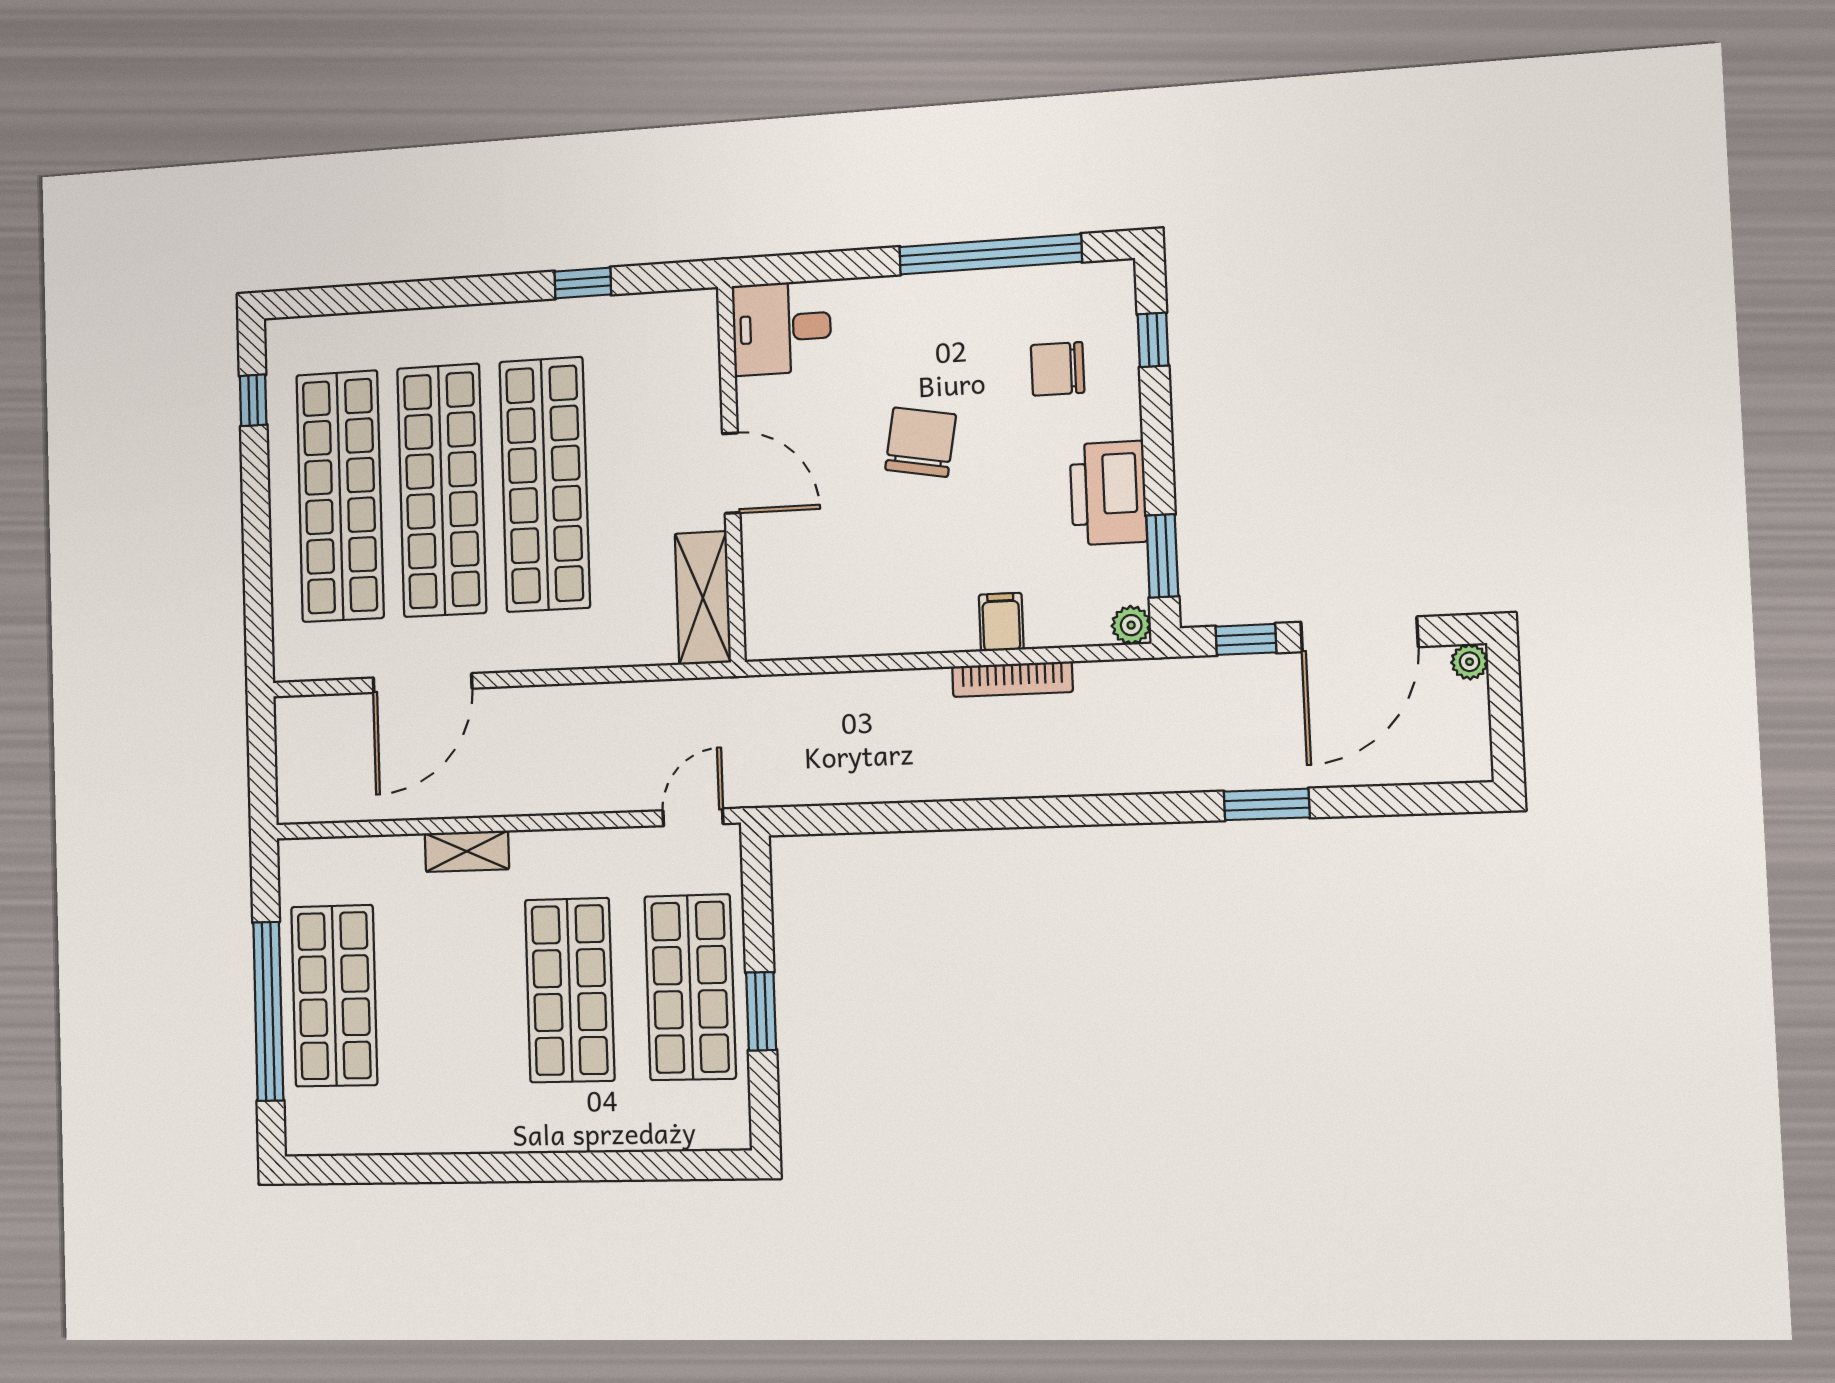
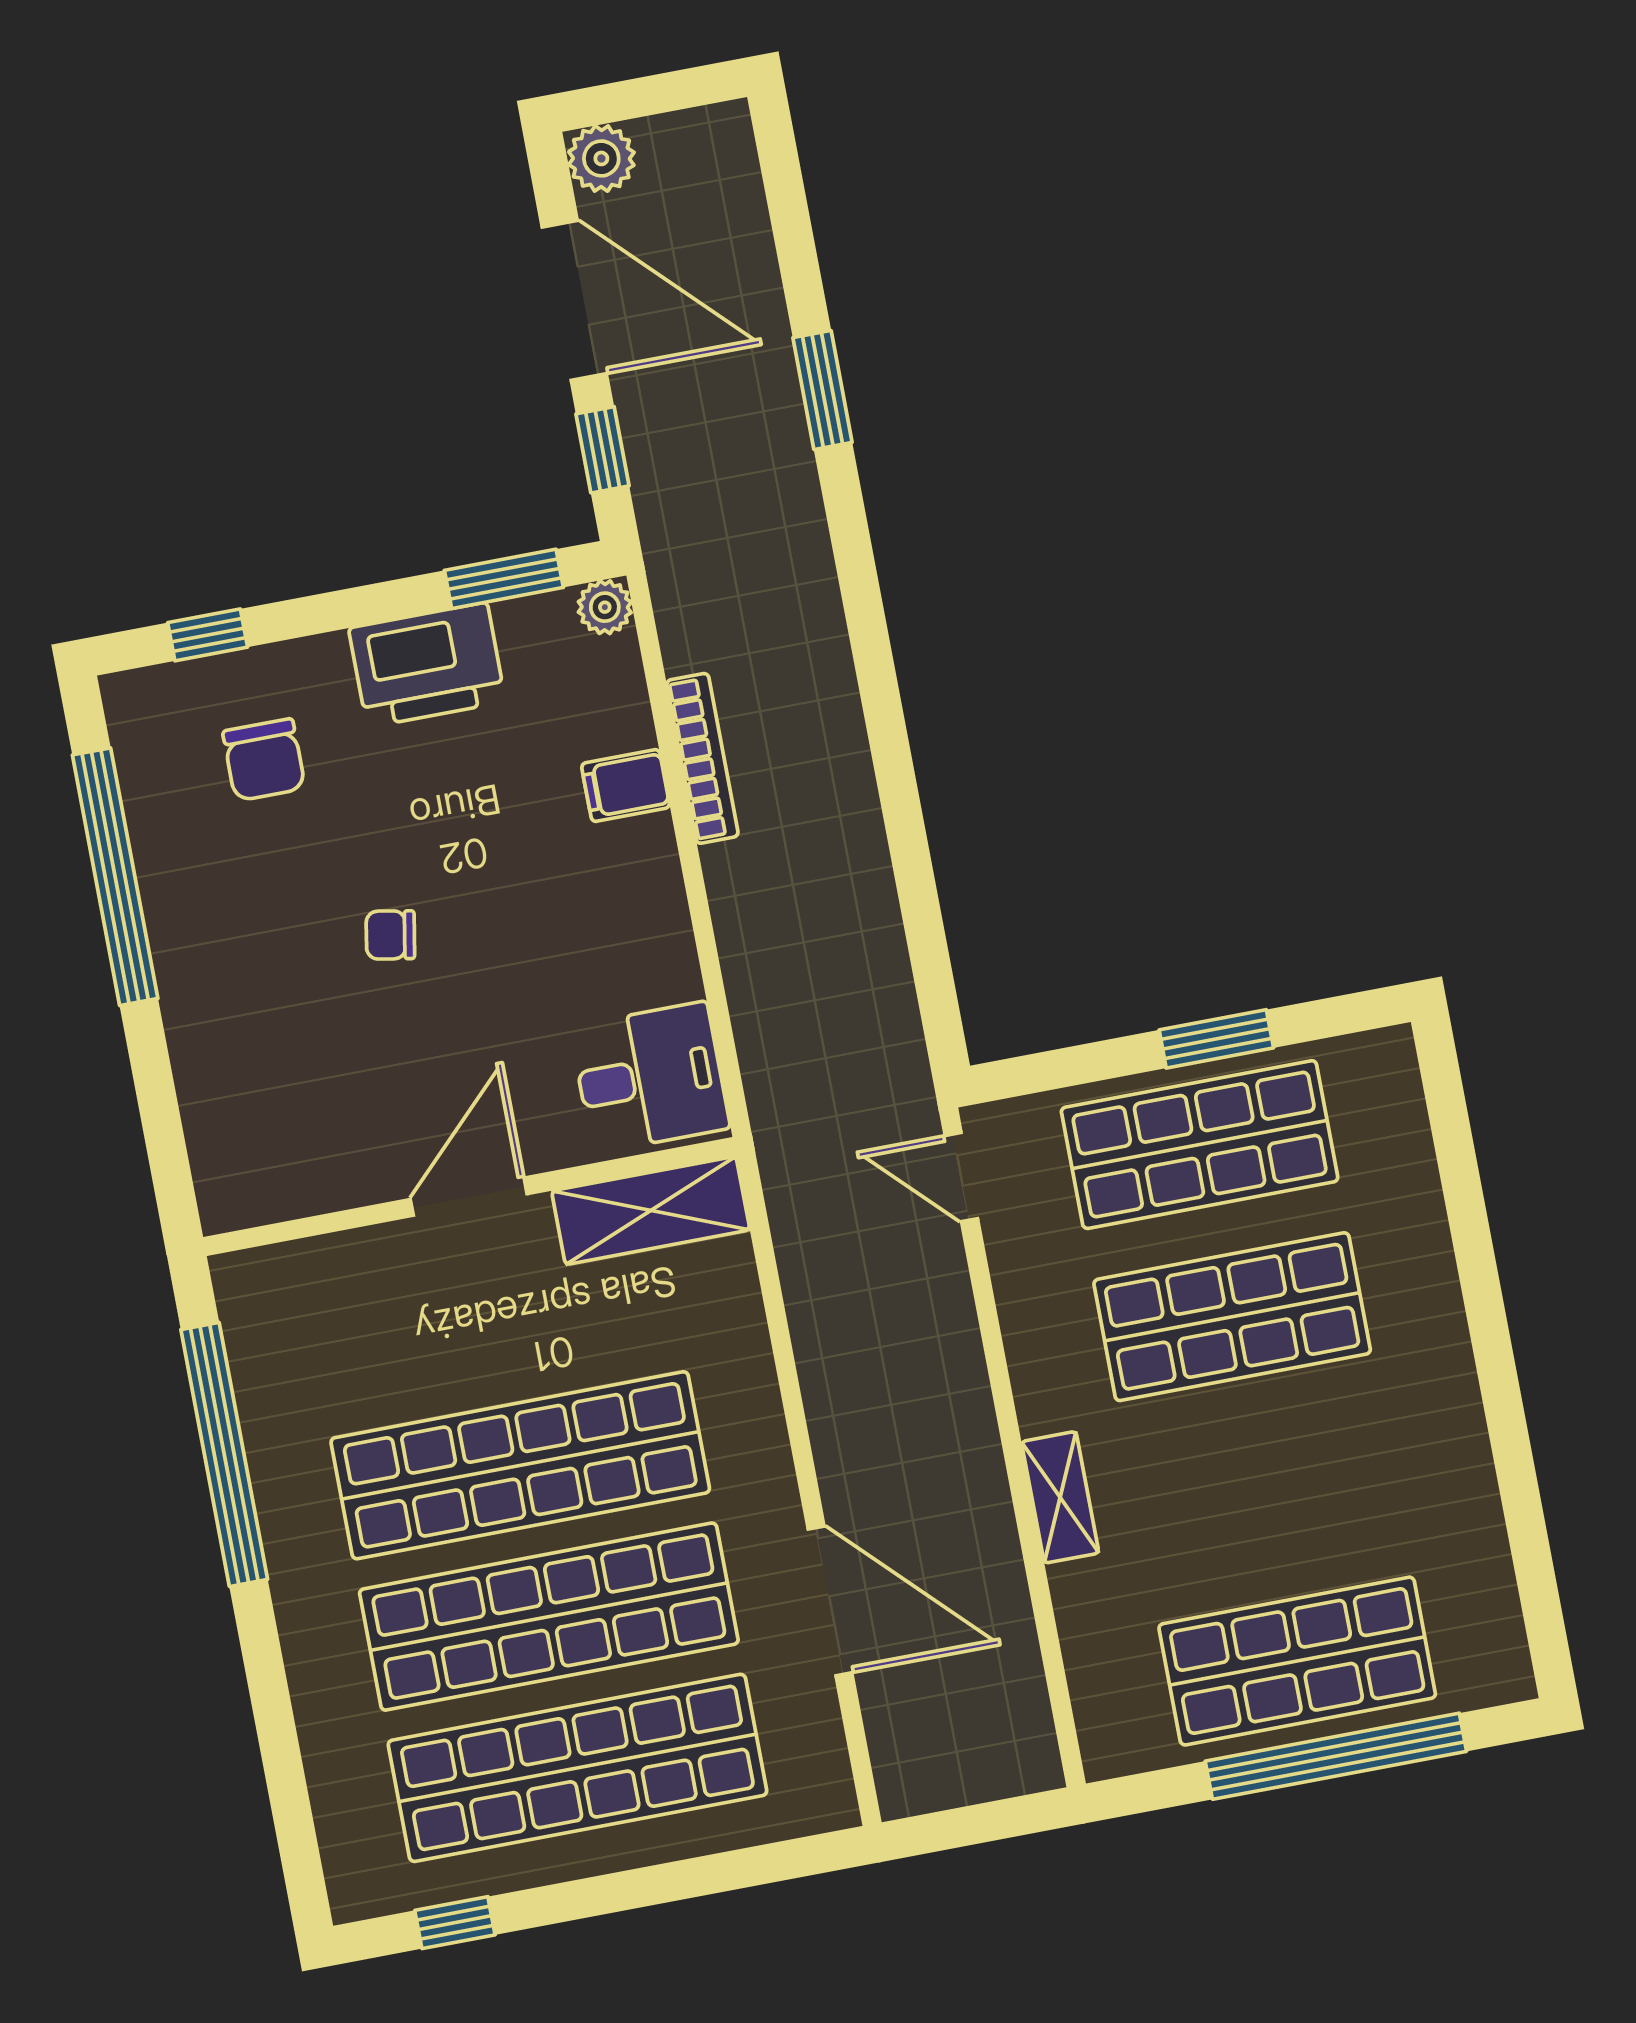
window: (583, 283) -> (224, 1454), width x3.17
desk: (782, 328) -> (650, 1077), moved, turned -90
chair: (921, 442) -> (390, 935), width x0.54, depth x0.54
plant: (1470, 662) -> (601, 158), width x1.38, depth x1.38

